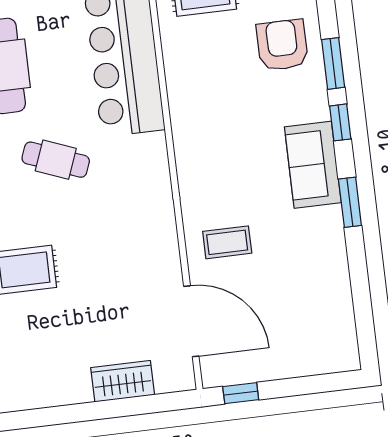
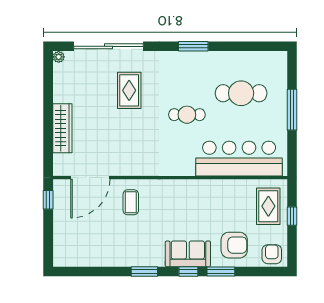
cafe table: (56, 160) -> (187, 115), turned 69
sofa: (313, 165) -> (188, 254), moved
wardrobe: (123, 381) -> (62, 128), width x1.50

